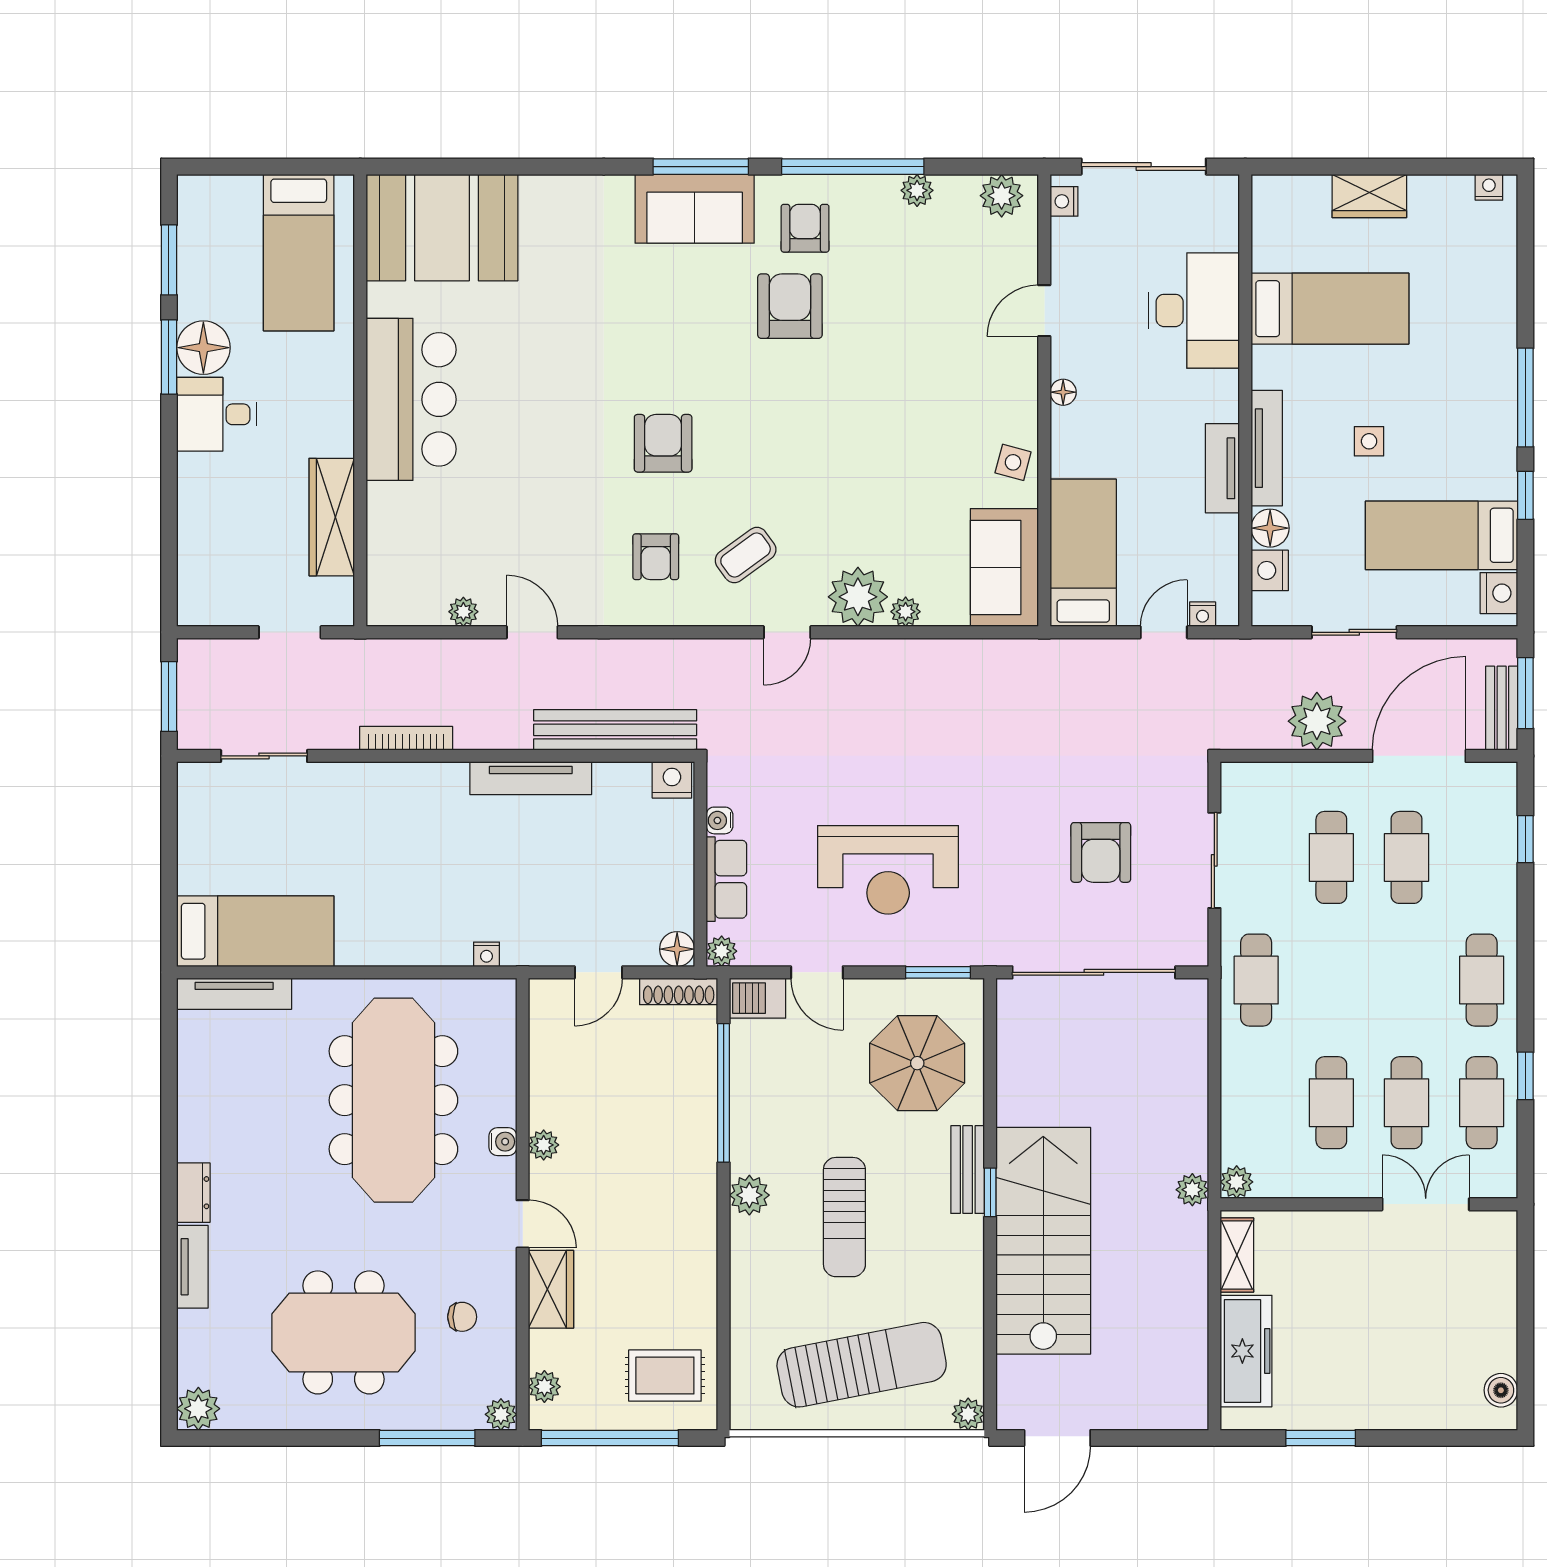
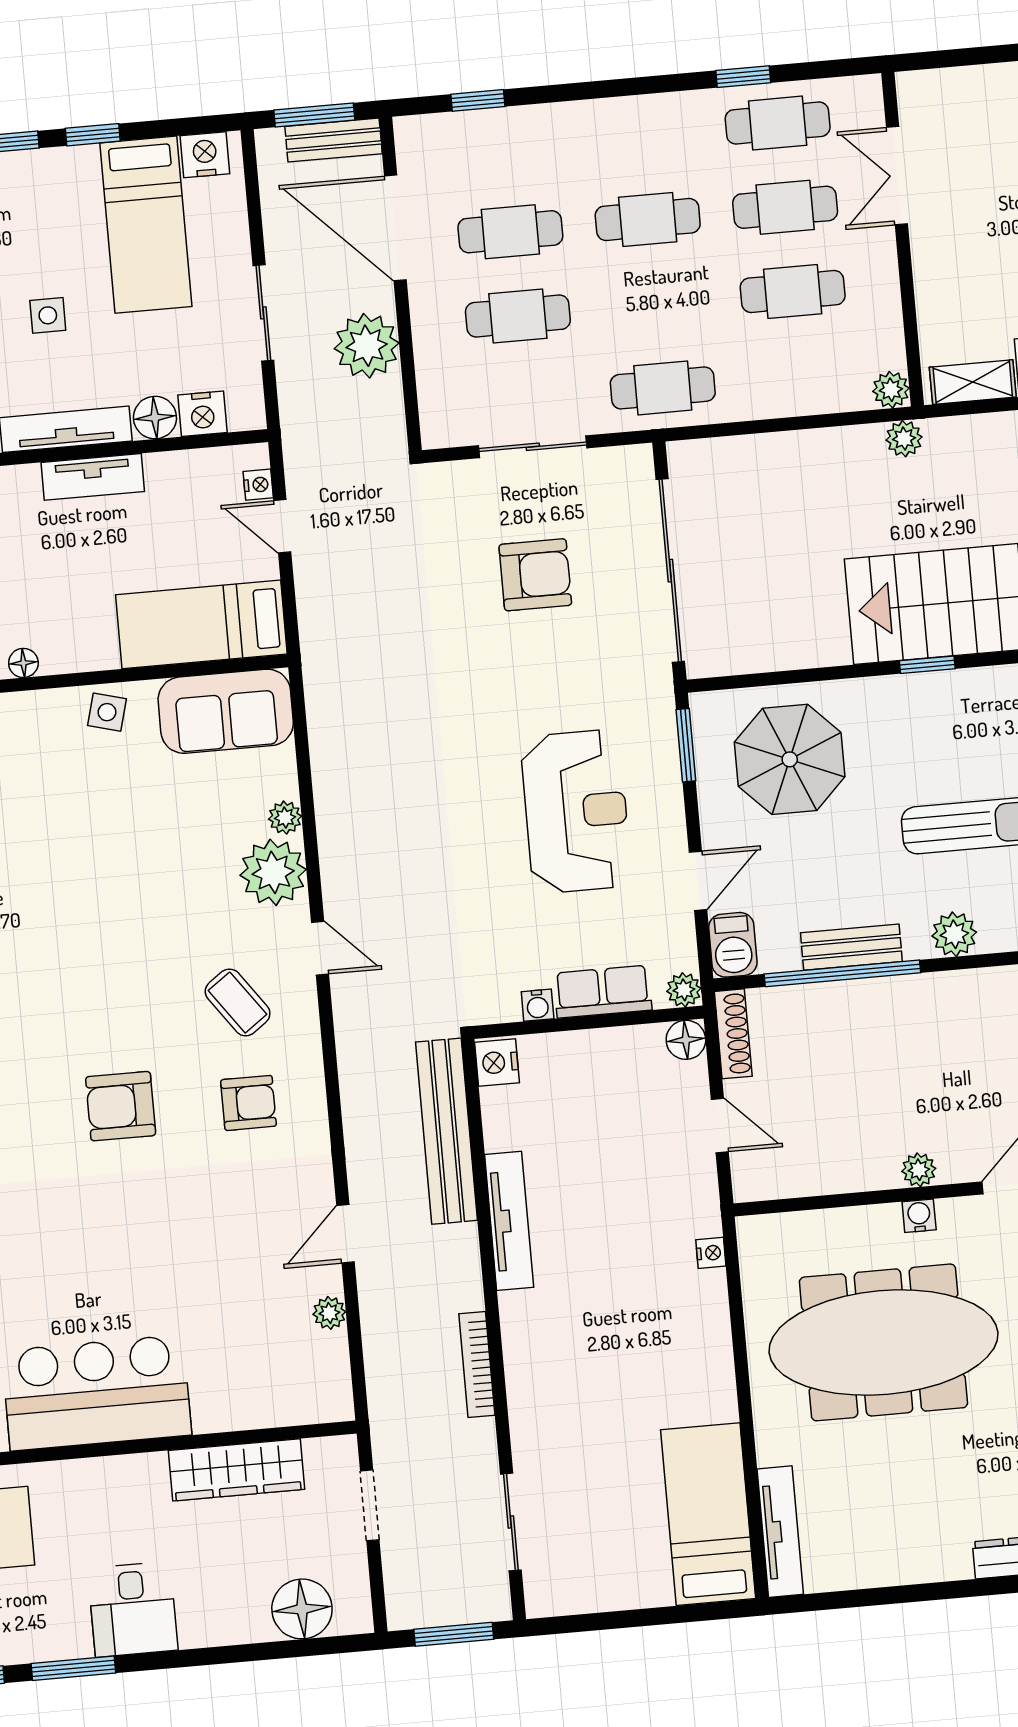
floor lamp: (203, 348) -> (302, 1609), moved
cafe table: (1482, 980) -> (648, 220), moved
bench: (968, 1170) -> (851, 947), moved

